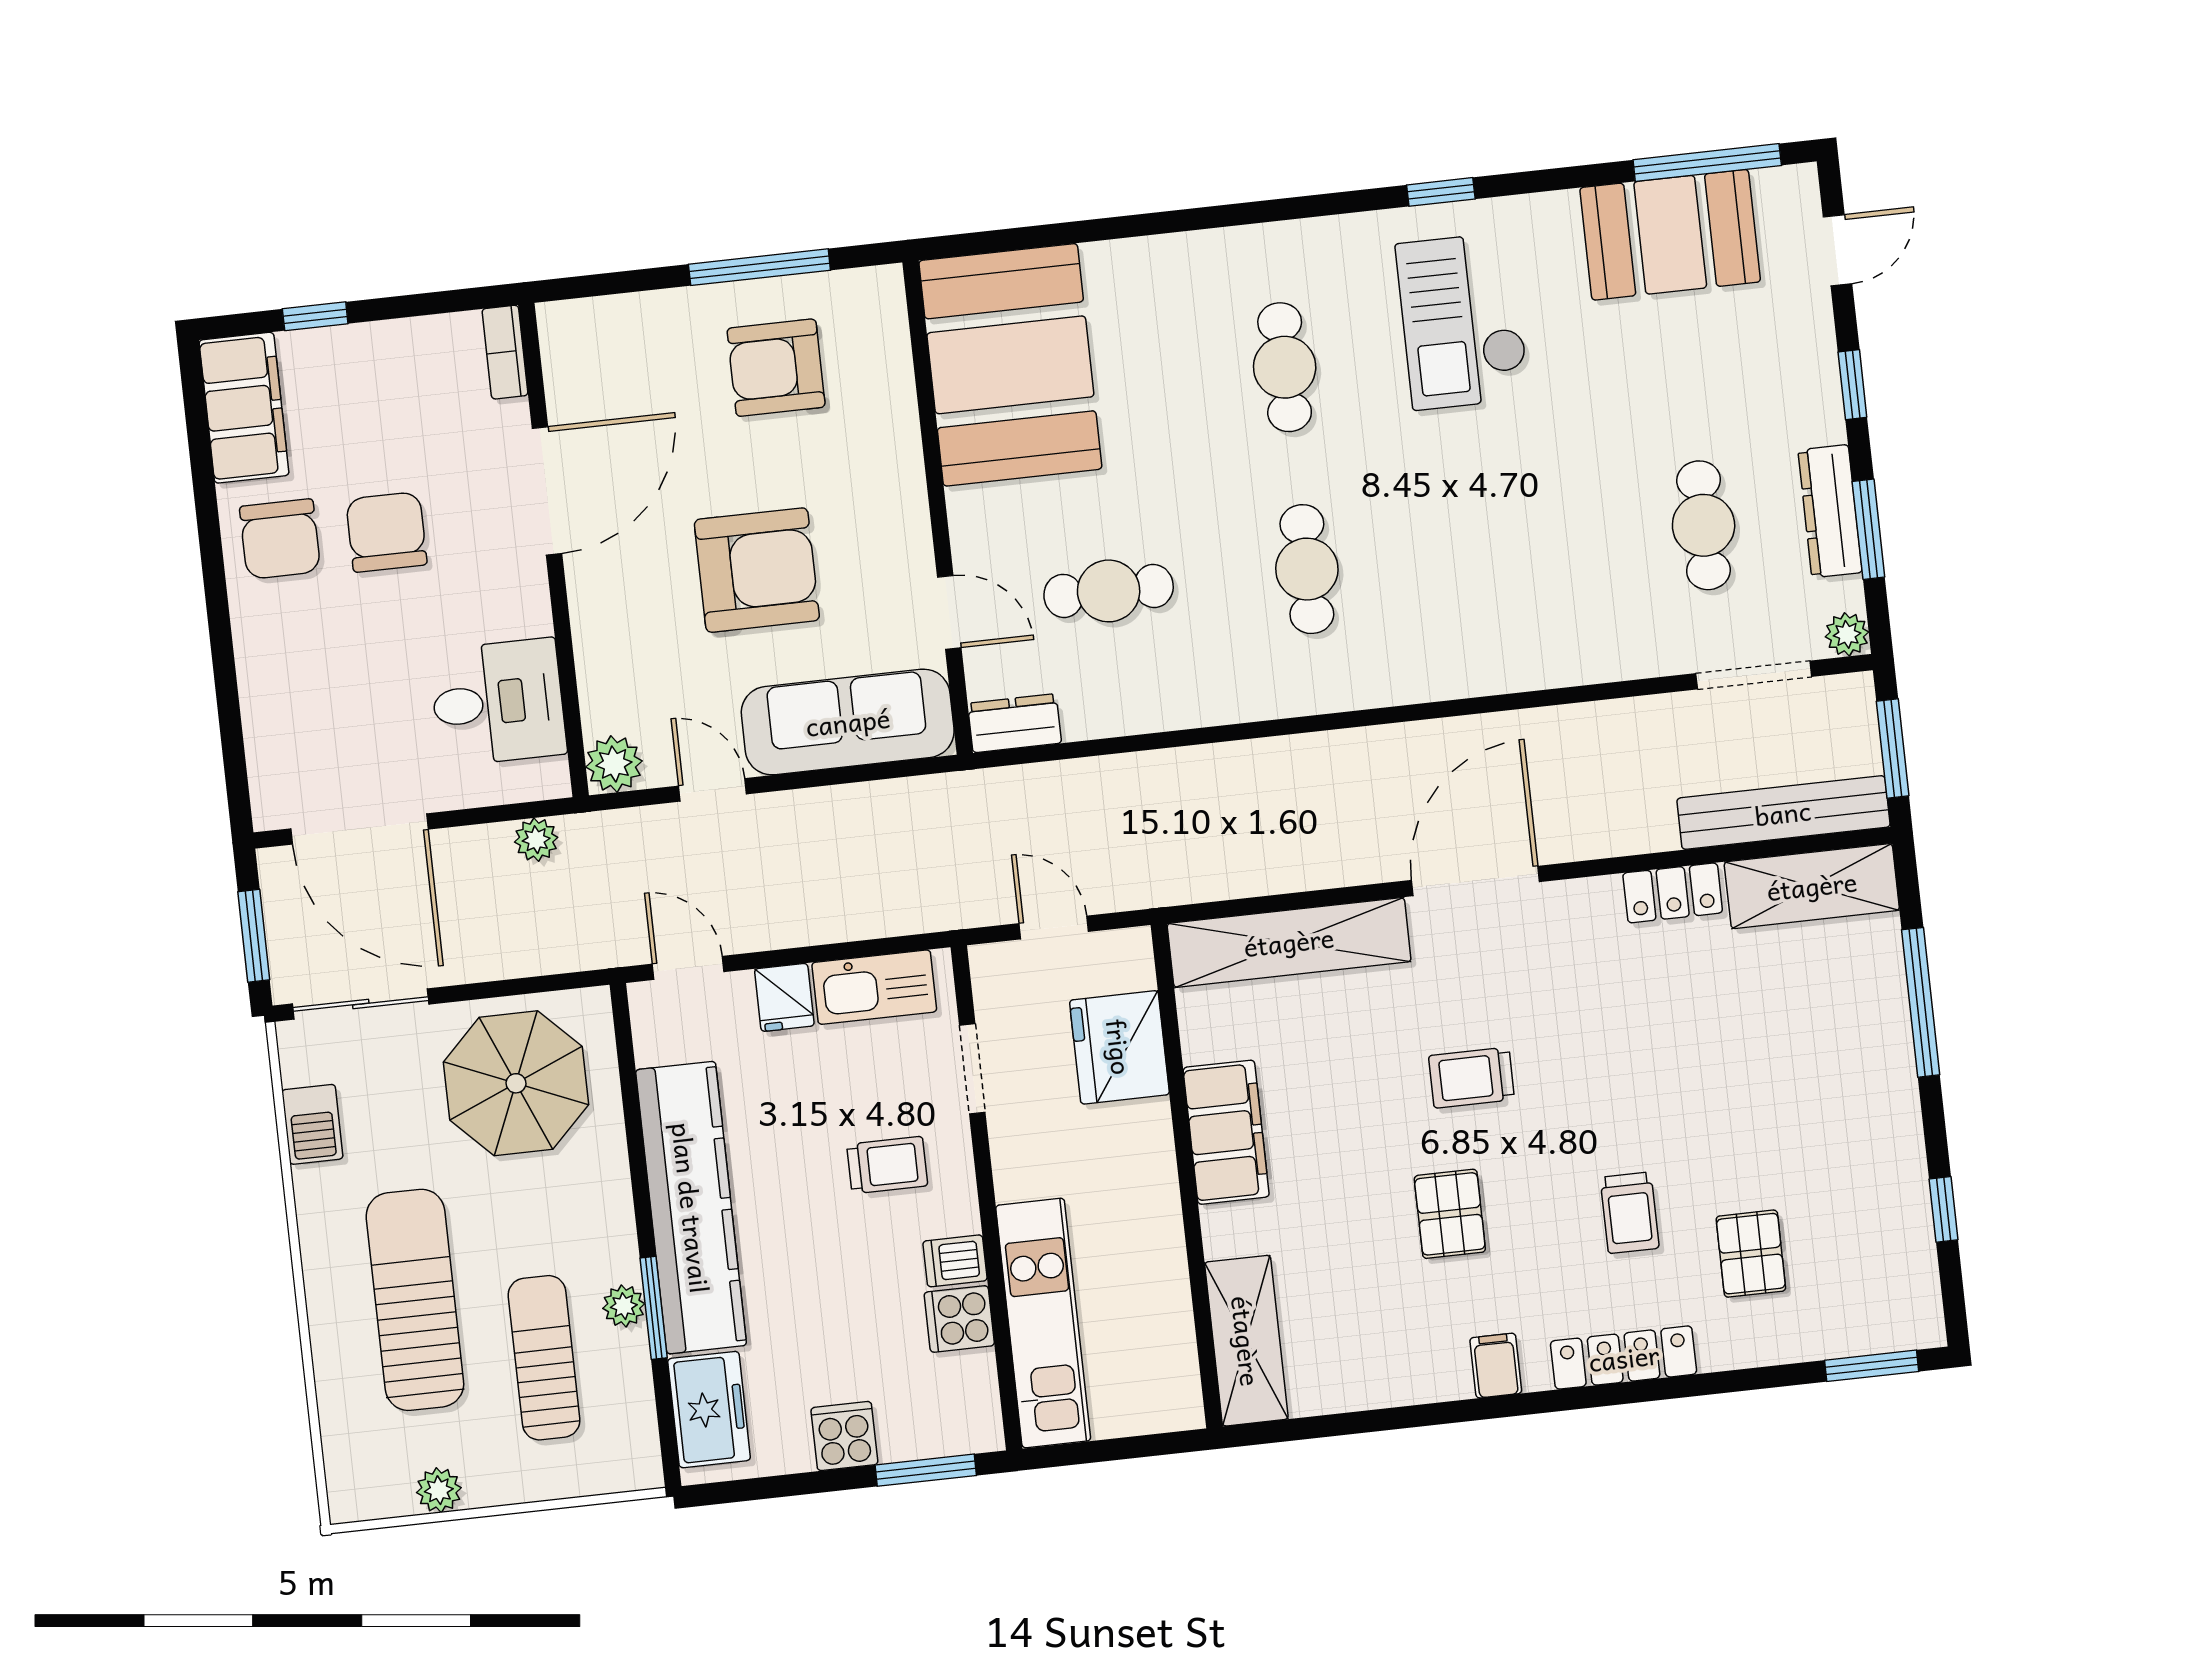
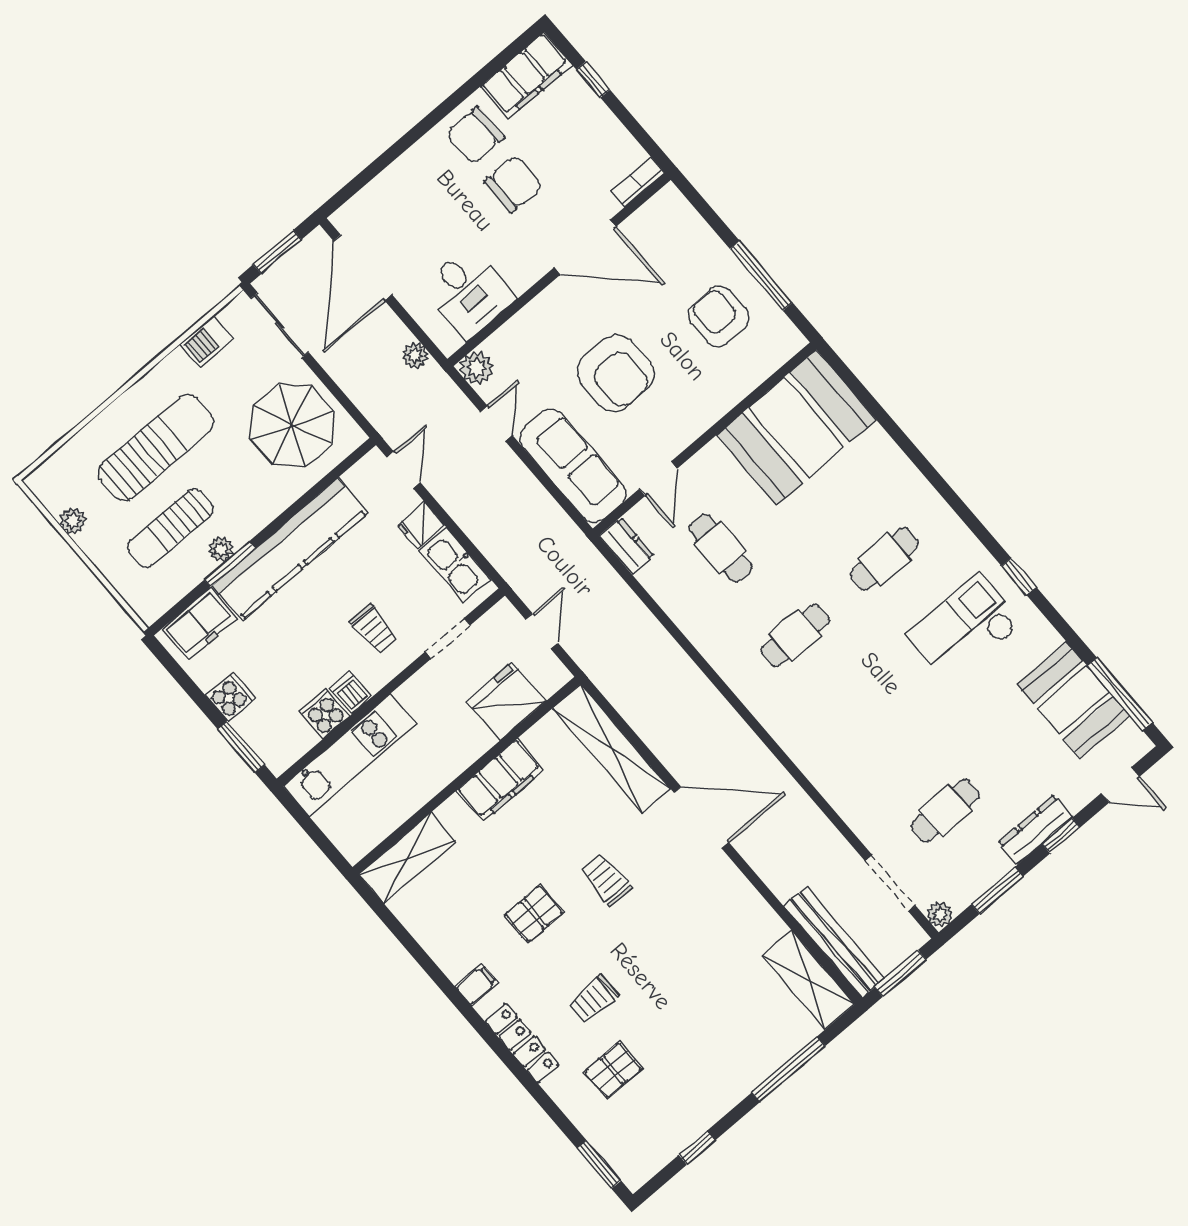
dresser: (1830, 511) -> (1036, 830), moved
locker: (1673, 893) -> (760, 915), removed
sun lounger: (544, 1358) -> (170, 528), turned 180

